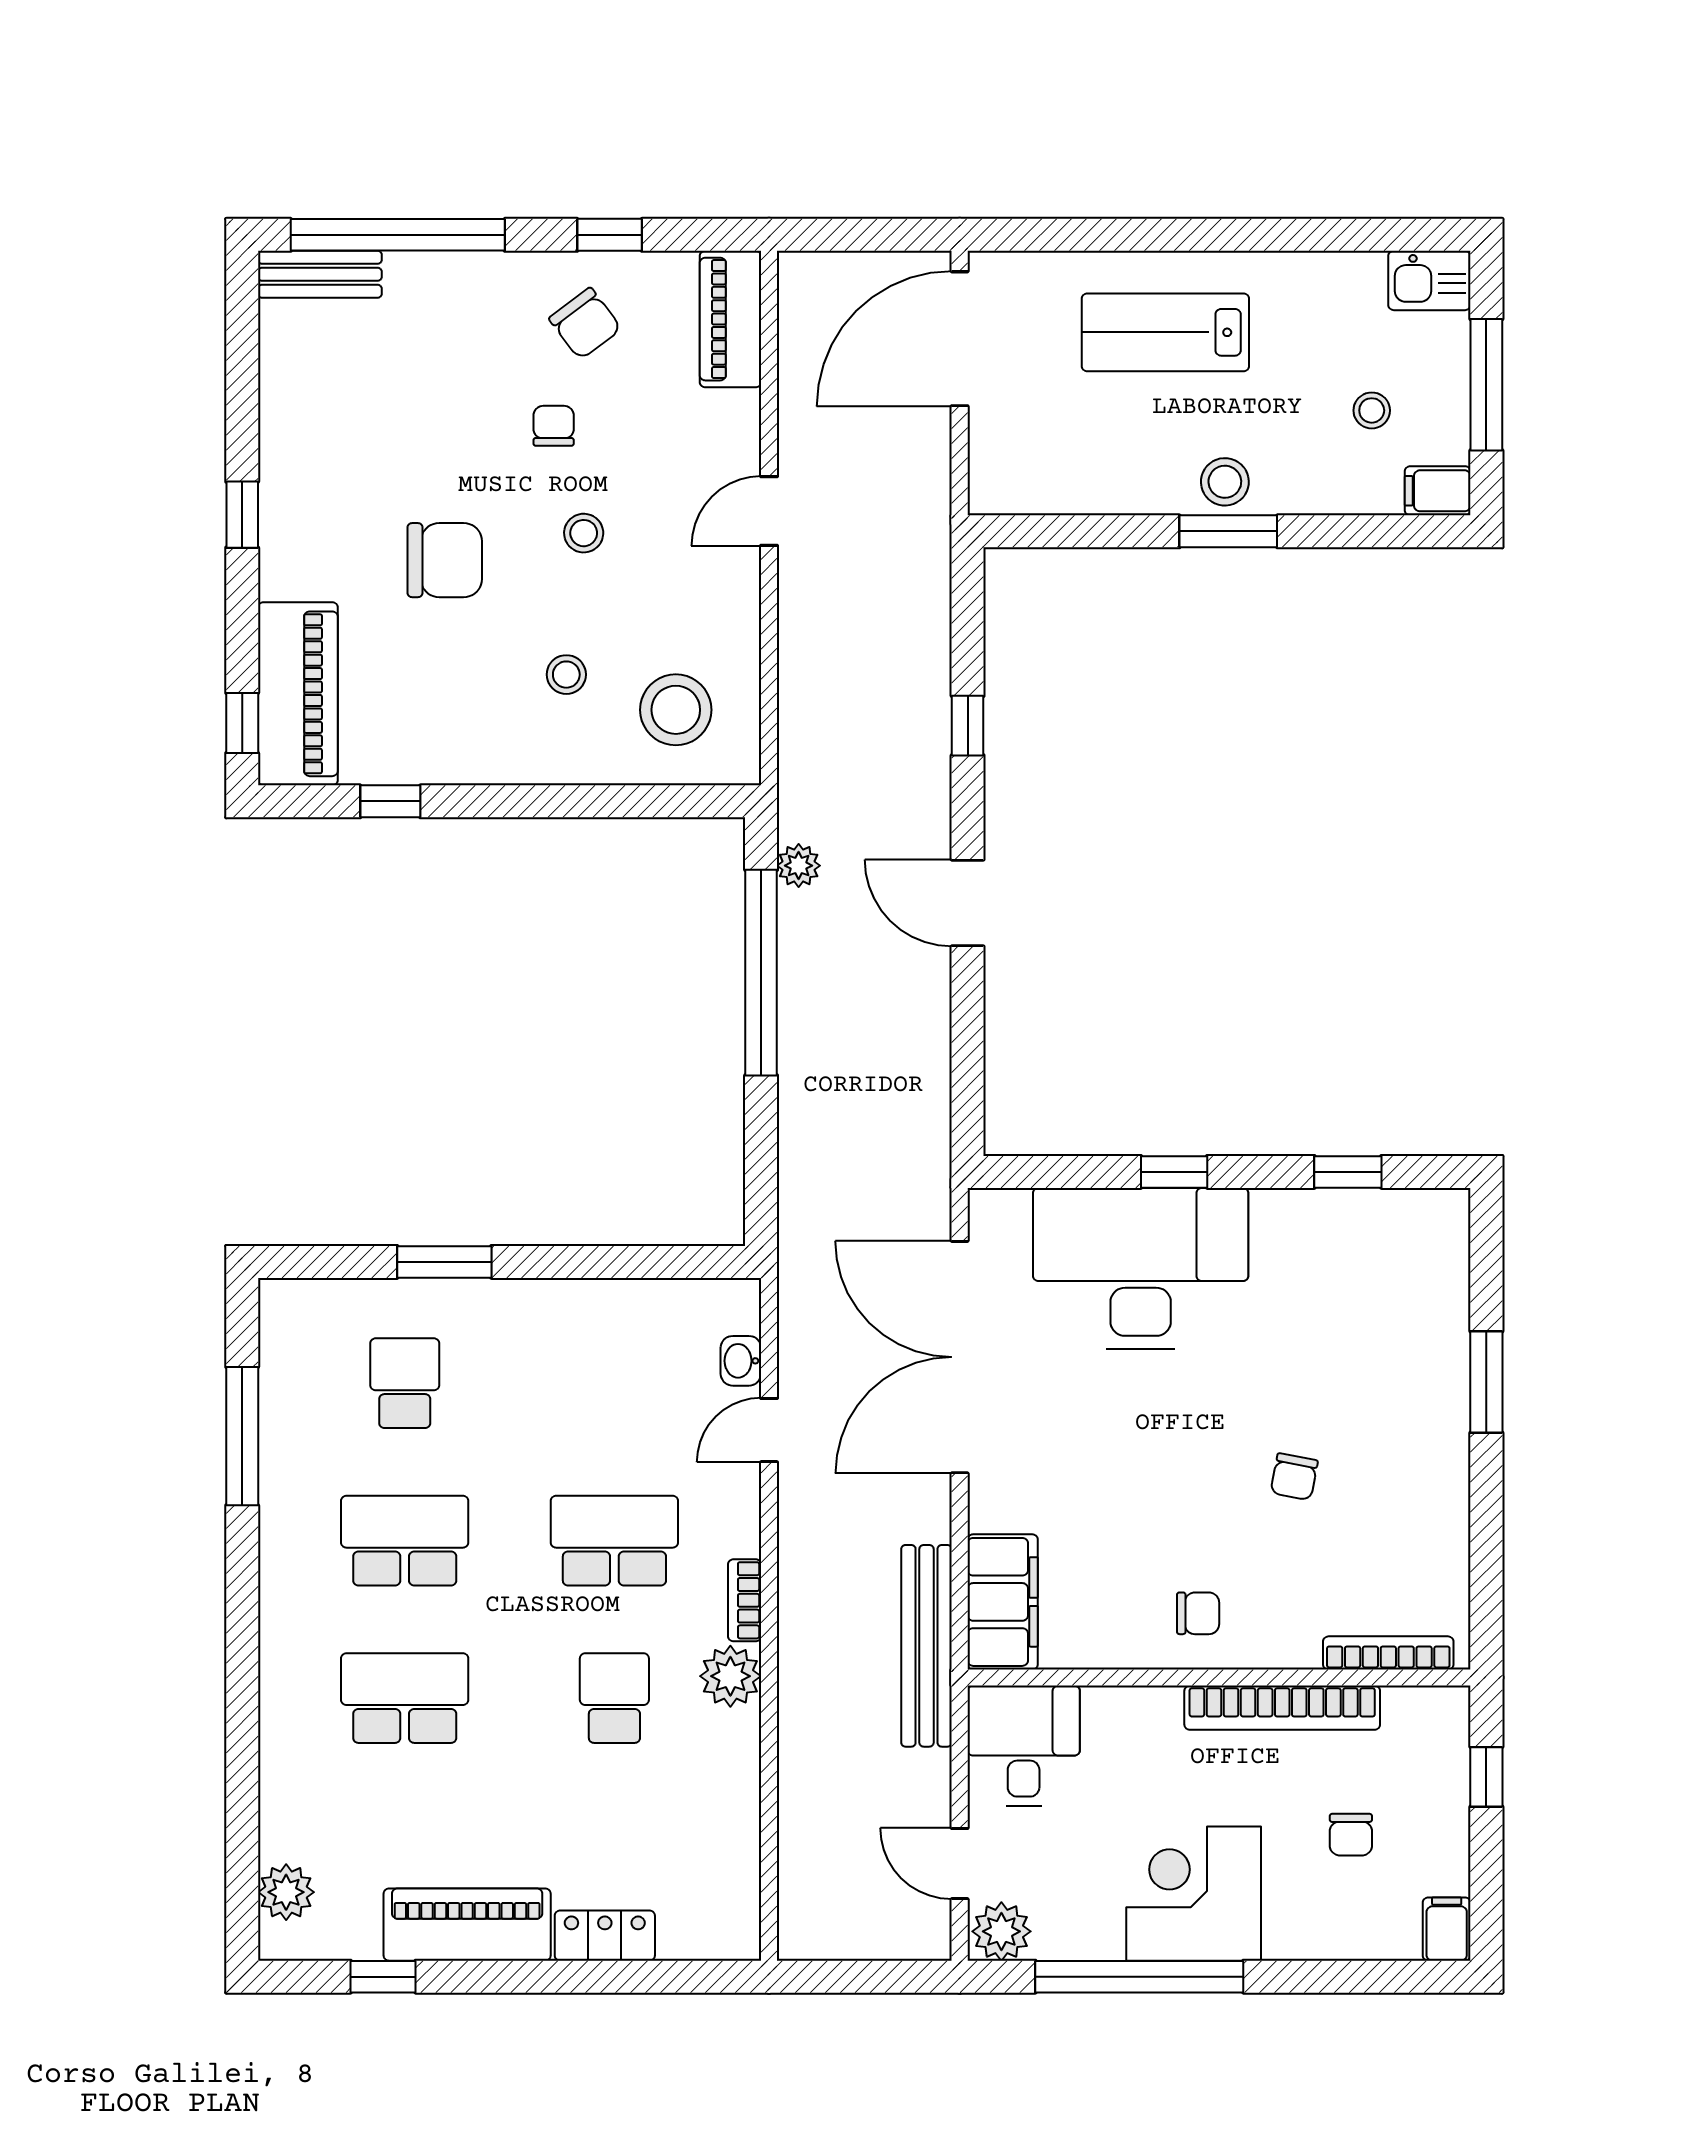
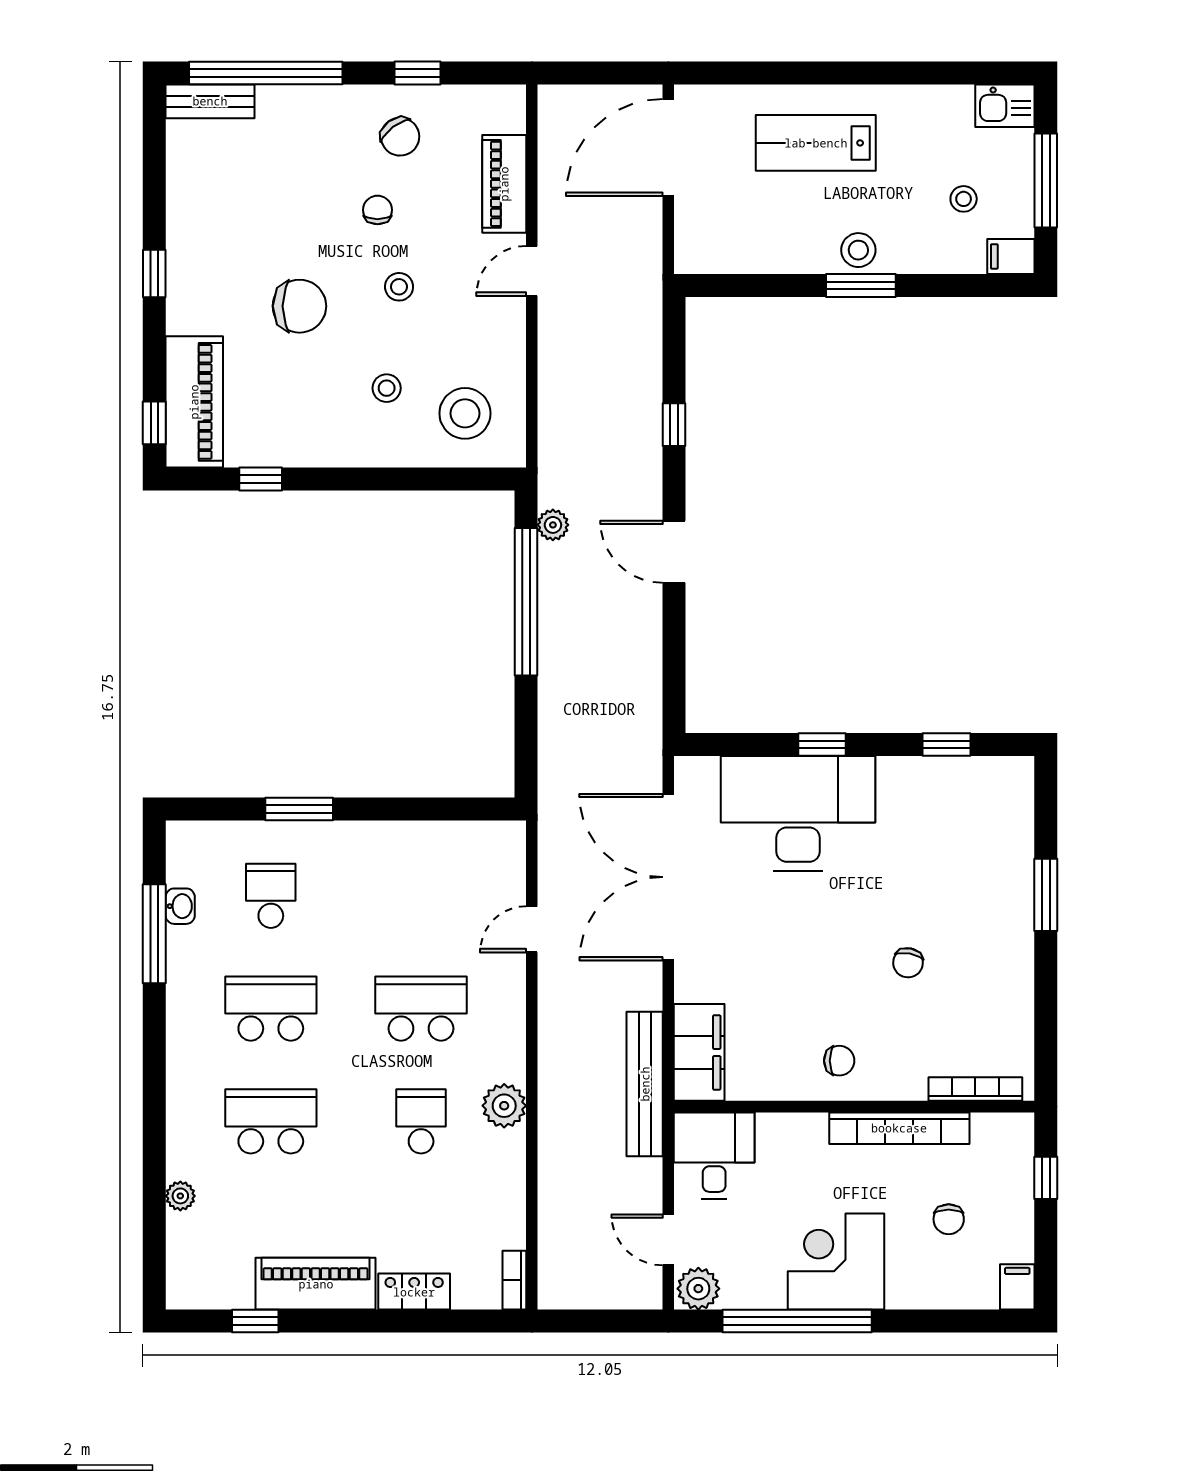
piano: (730, 319) -> (504, 184), moved
washbasin: (741, 1361) -> (180, 906), moved, turned 180
bookcase: (745, 1600) -> (514, 1280), moved
plant: (286, 1892) -> (180, 1196), moved, width x0.73, depth x0.73

